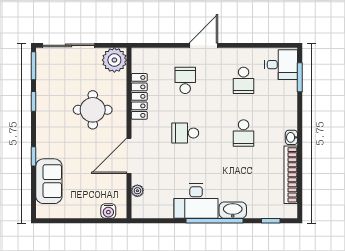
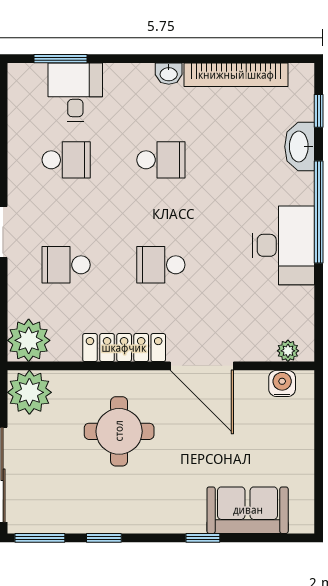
plant: (143, 60) -> (29, 340), added
desk: (281, 65) -> (75, 92), moved
locker: (139, 96) -> (124, 348), moved
school desk: (185, 133) -> (161, 265), turned 90
plant: (137, 191) -> (288, 351), moved
washbasin: (233, 210) -> (300, 147), moved
water cooler: (108, 211) -> (282, 383), moved, turned -90

